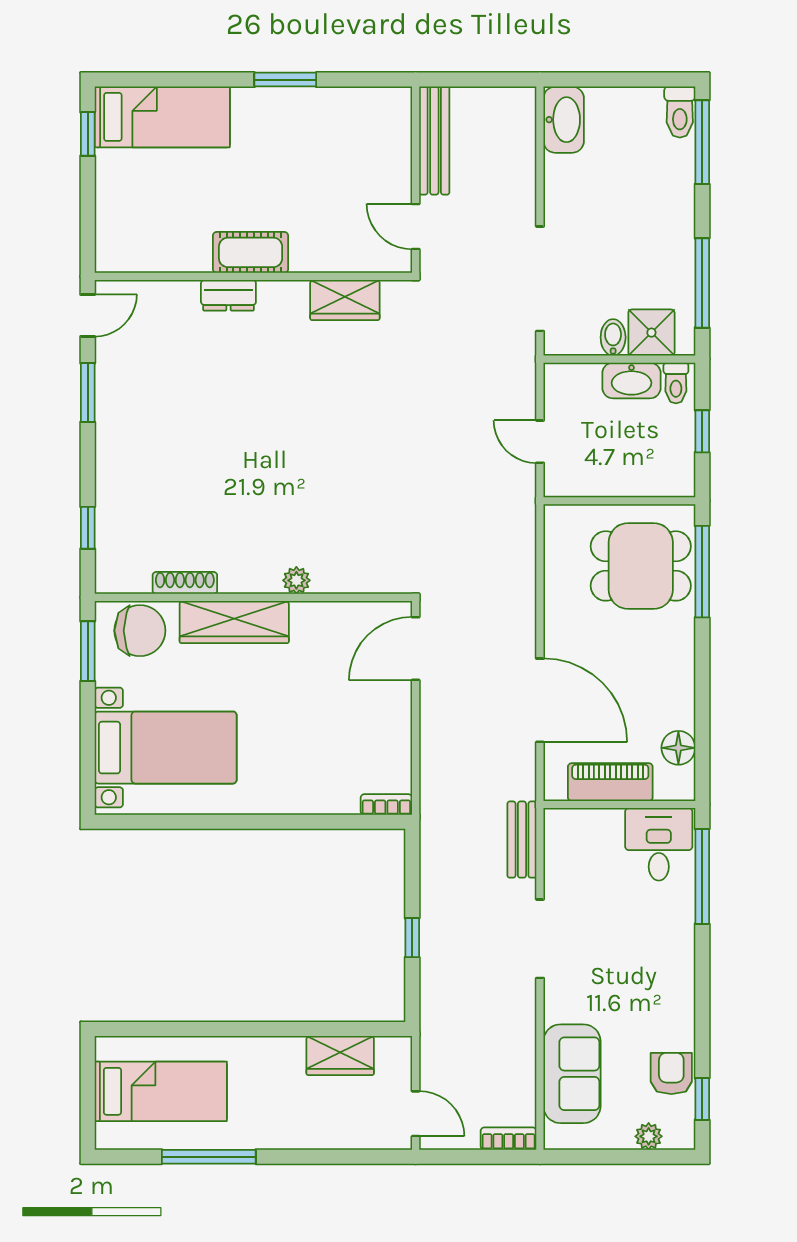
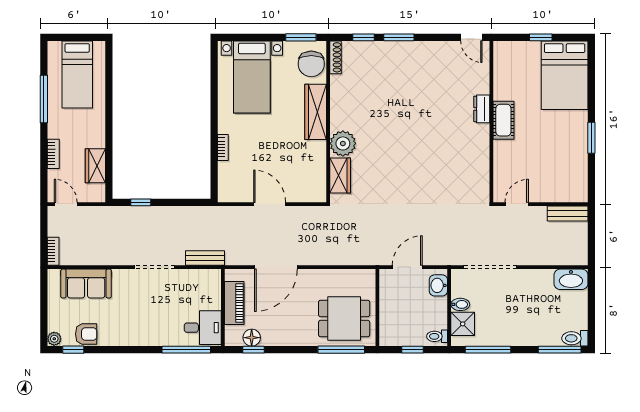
bed: (162, 117) -> (565, 75), width x1.50
window: (88, 134) -> (541, 37), moved
bench: (434, 141) -> (568, 214), width x0.73
wardrobe: (345, 300) -> (340, 176), moved, turned 180
washbasin: (631, 380) -> (438, 285), moved, width x0.72
window: (88, 393) -> (399, 37), moved
door: (540, 442) -> (407, 267), width x1.38
dining table: (641, 566) -> (344, 318), turned 90
plant: (296, 580) -> (343, 143), width x1.87, depth x1.87
shoe rack: (185, 583) -> (335, 57), moved
door: (416, 649) -> (270, 204), moved
window: (702, 744) -> (254, 350), added
bookcase: (386, 805) -> (223, 147), moved
window: (412, 938) -> (141, 202), moved
door: (416, 1114) -> (66, 204), swing flipped
plant: (649, 1136) -> (54, 339), moved
bookcase: (317, 1138) -> (53, 154), added

